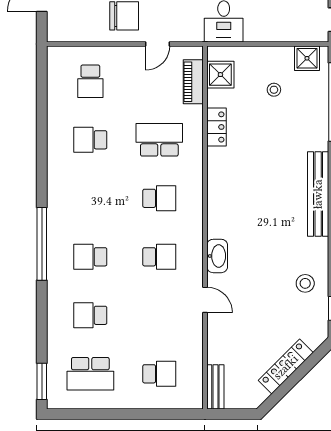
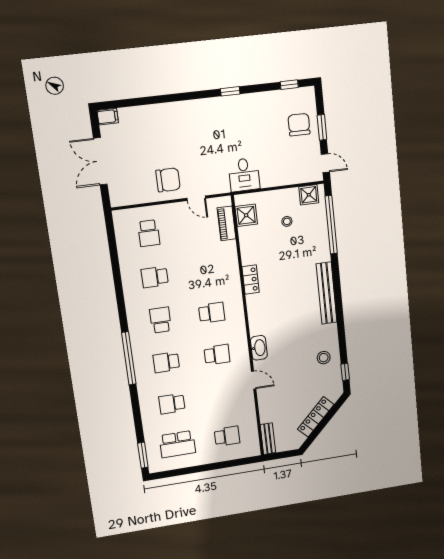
door: (158, 44) -> (196, 198), hinge flipped
locker: (217, 127) -> (251, 280), moved
school desk: (159, 140) -> (161, 320), moved, width x0.54

